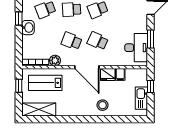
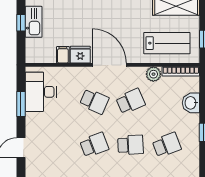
washbasin: (28, 28) -> (191, 103), moved
school desk: (72, 41) -> (131, 101), turned -45
window: (150, 87) -> (21, 23), moved
stool: (103, 105) -> (88, 12), removed

